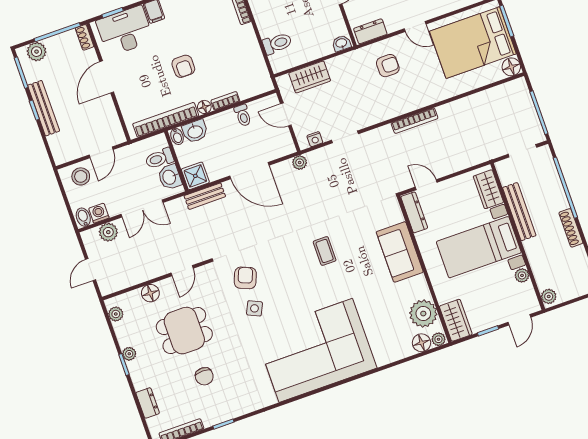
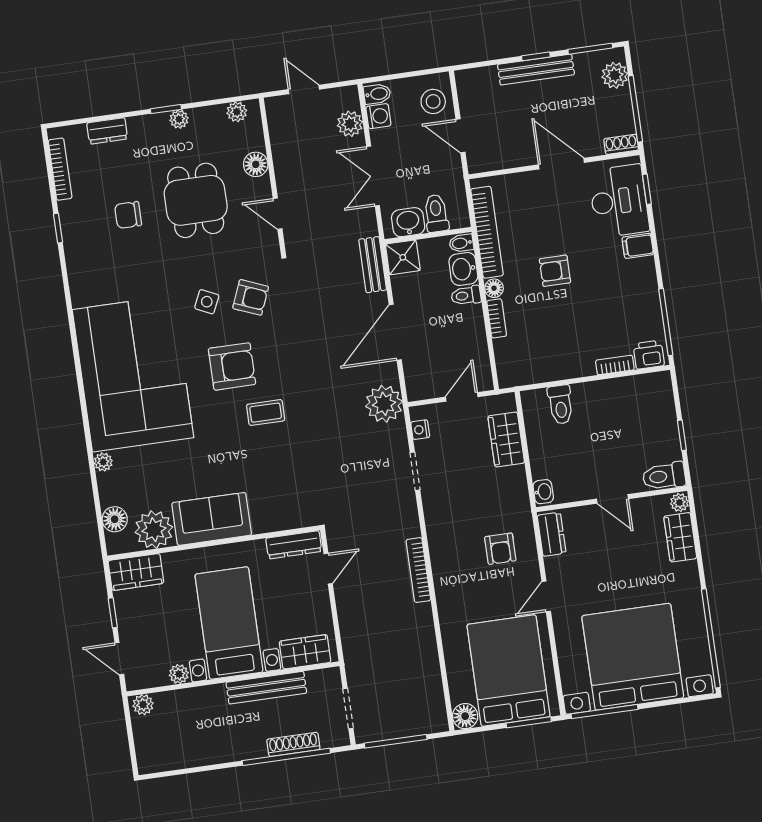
toilet: (243, 115) -> (466, 296), moved
plant: (300, 163) -> (384, 404), width x1.88, depth x1.88
shoe rack: (571, 228) -> (293, 744), moved
sofa: (400, 252) -> (212, 519), moved
armchair: (297, 281) -> (232, 366), added
plant: (439, 339) -> (103, 462), moved

